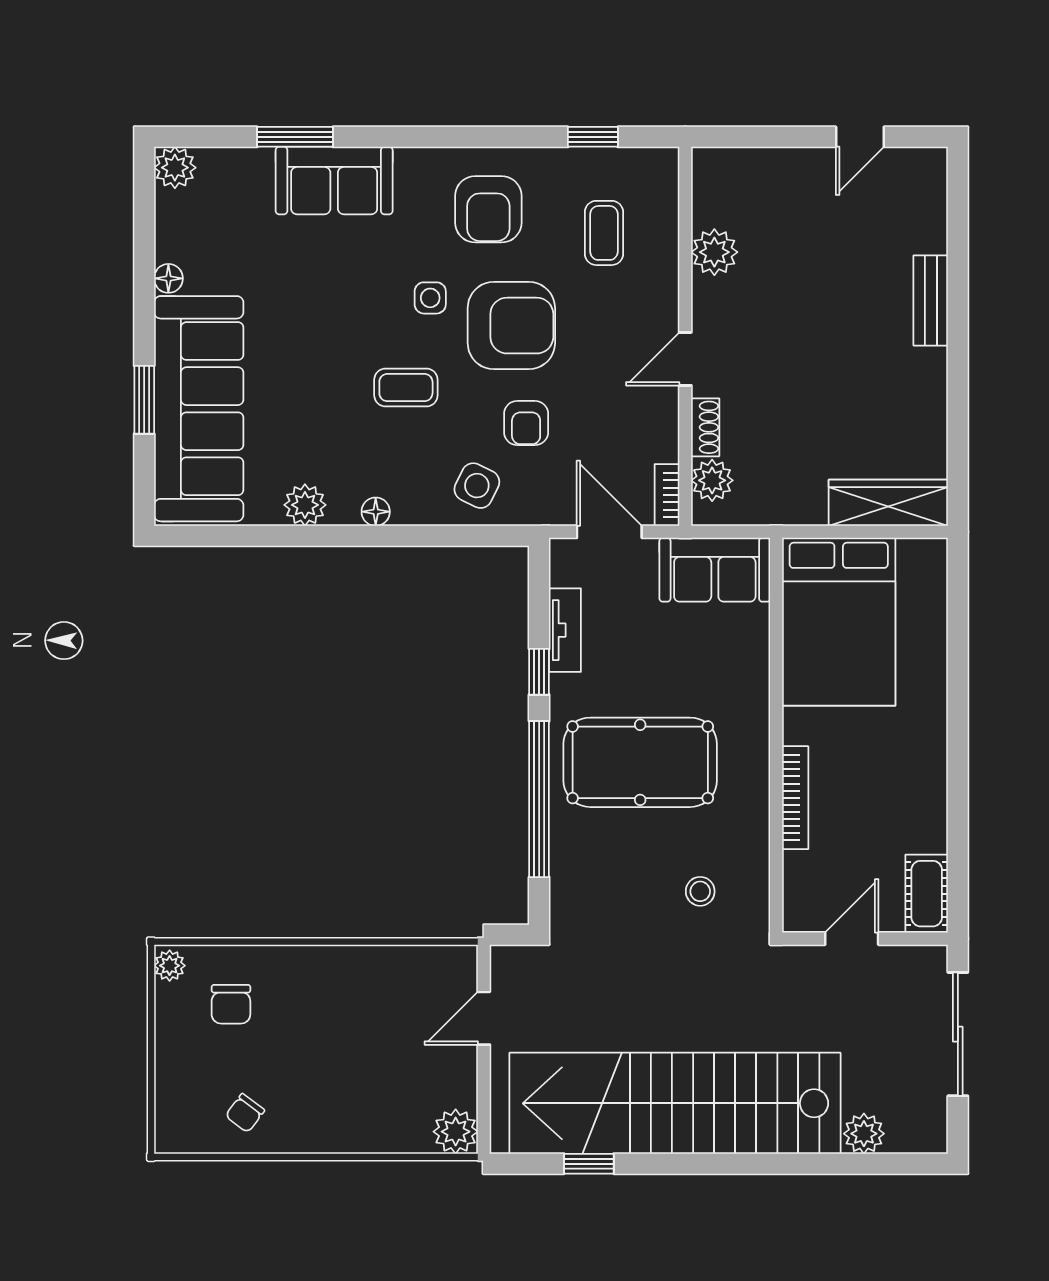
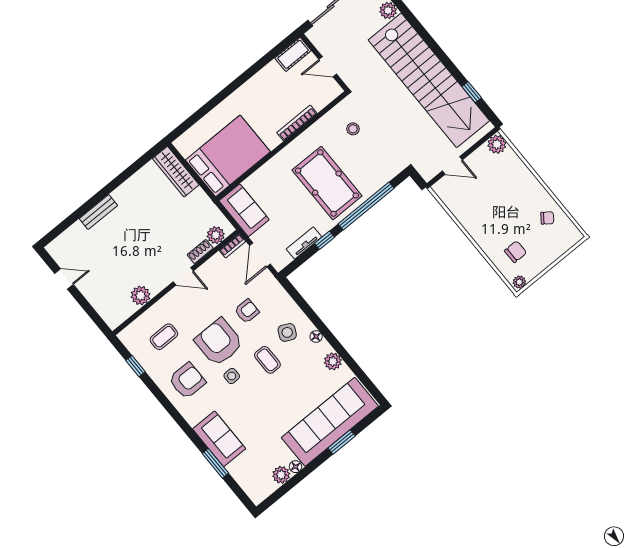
plant: (175, 168) -> (281, 475), moved
side table: (477, 486) -> (287, 332), moved

